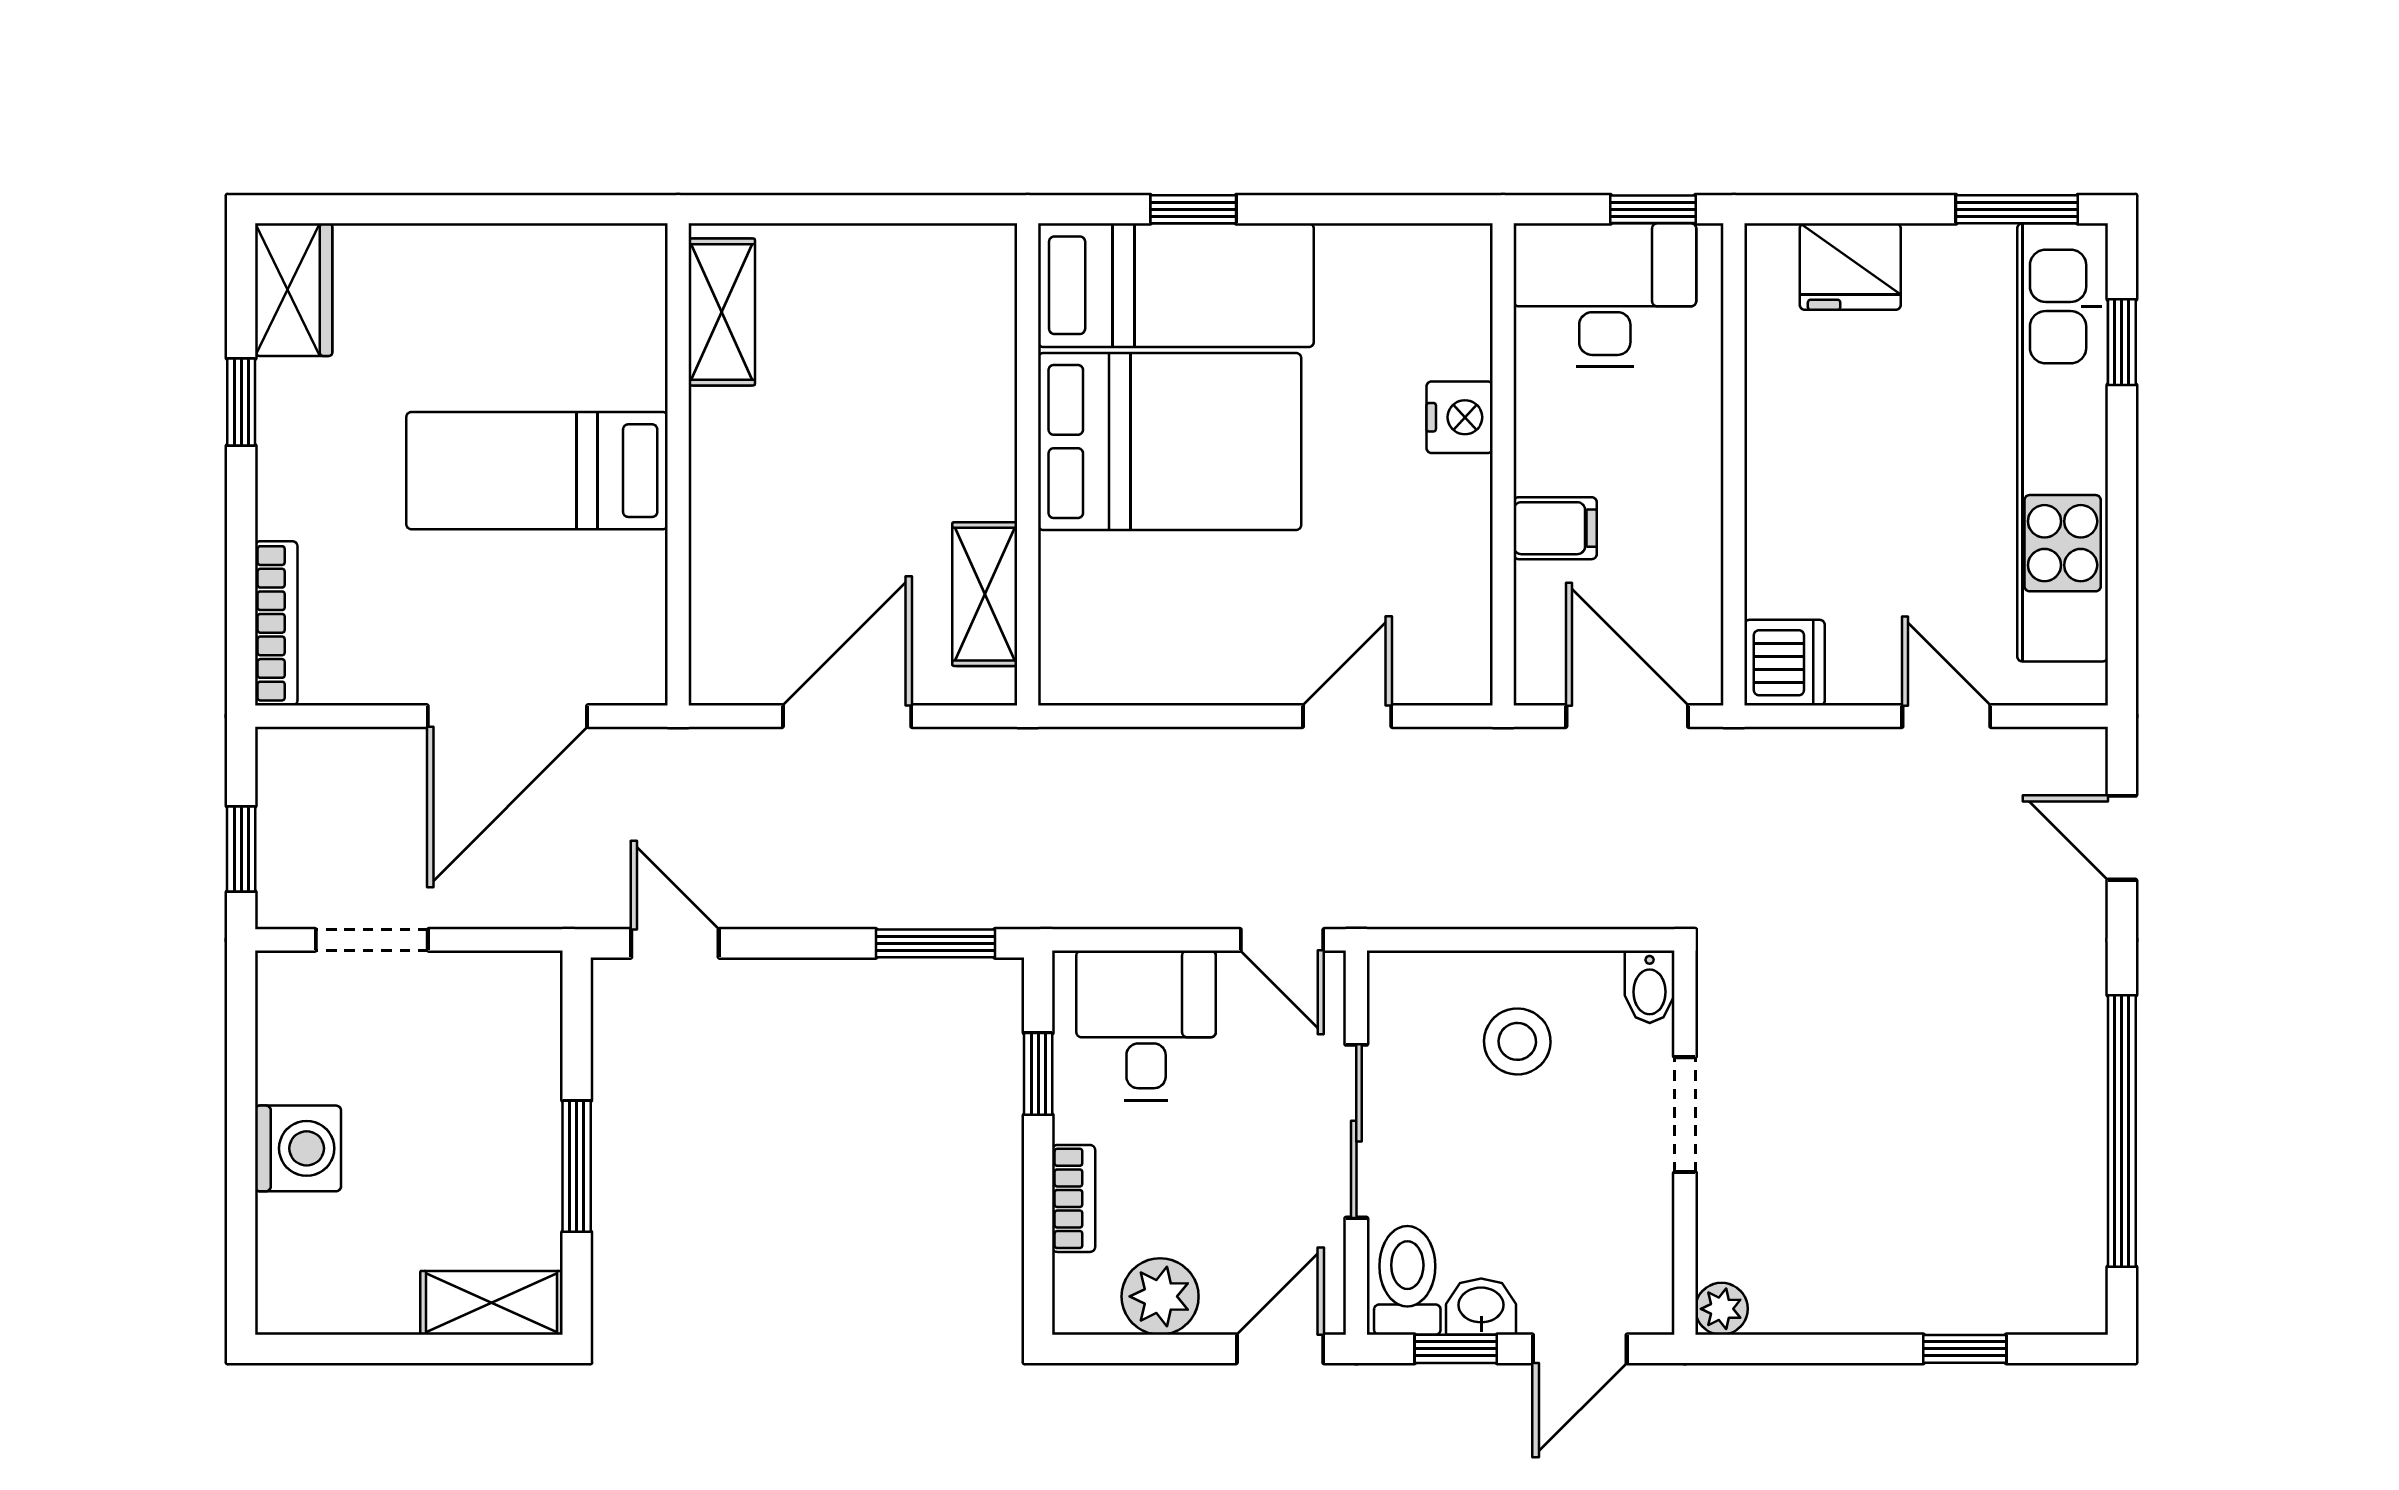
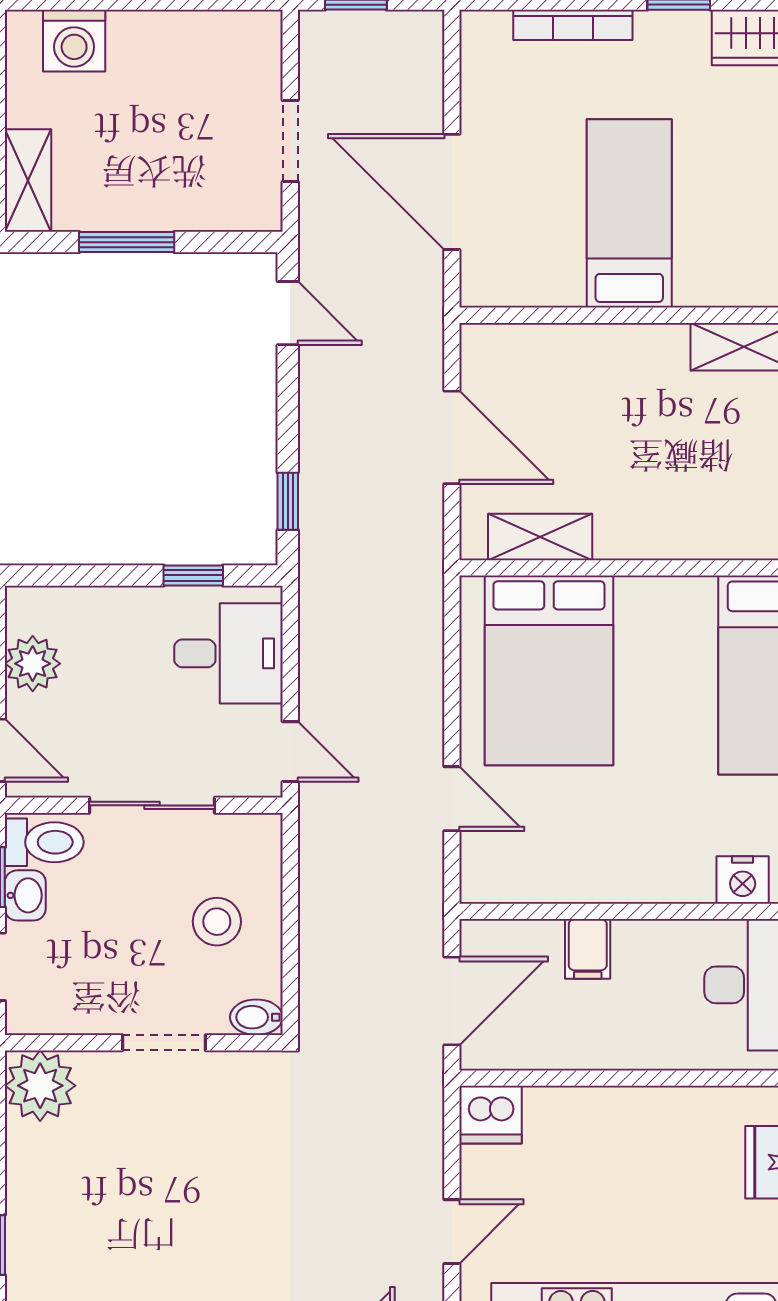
nightstand: (1460, 417) -> (743, 880), moved
bed: (1170, 441) -> (549, 670), moved
bookcase: (276, 623) -> (573, 25), moved
doorway: (372, 940) -> (290, 141), moved
door: (1282, 940) -> (290, 752), swing flipped
door: (675, 943) -> (288, 313), hinge flipped
window: (935, 943) -> (288, 501), width x0.67
washing machine: (298, 1148) -> (74, 41), moved
bookcase: (1074, 1198) -> (103, 601), removed
plant: (1722, 1309) -> (40, 1086), width x1.88, depth x1.88

